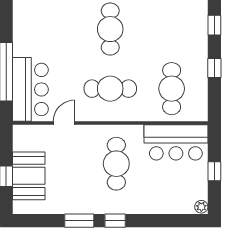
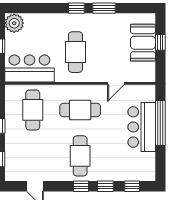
bar counter: (30, 89) -> (142, 127), moved
plant: (201, 207) -> (14, 23), width x1.88, depth x1.88

